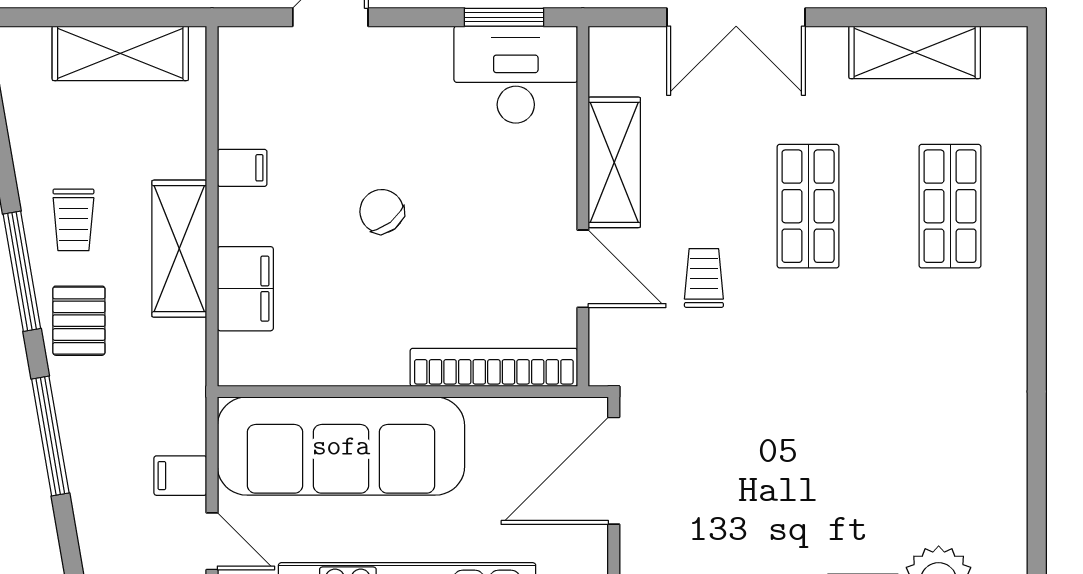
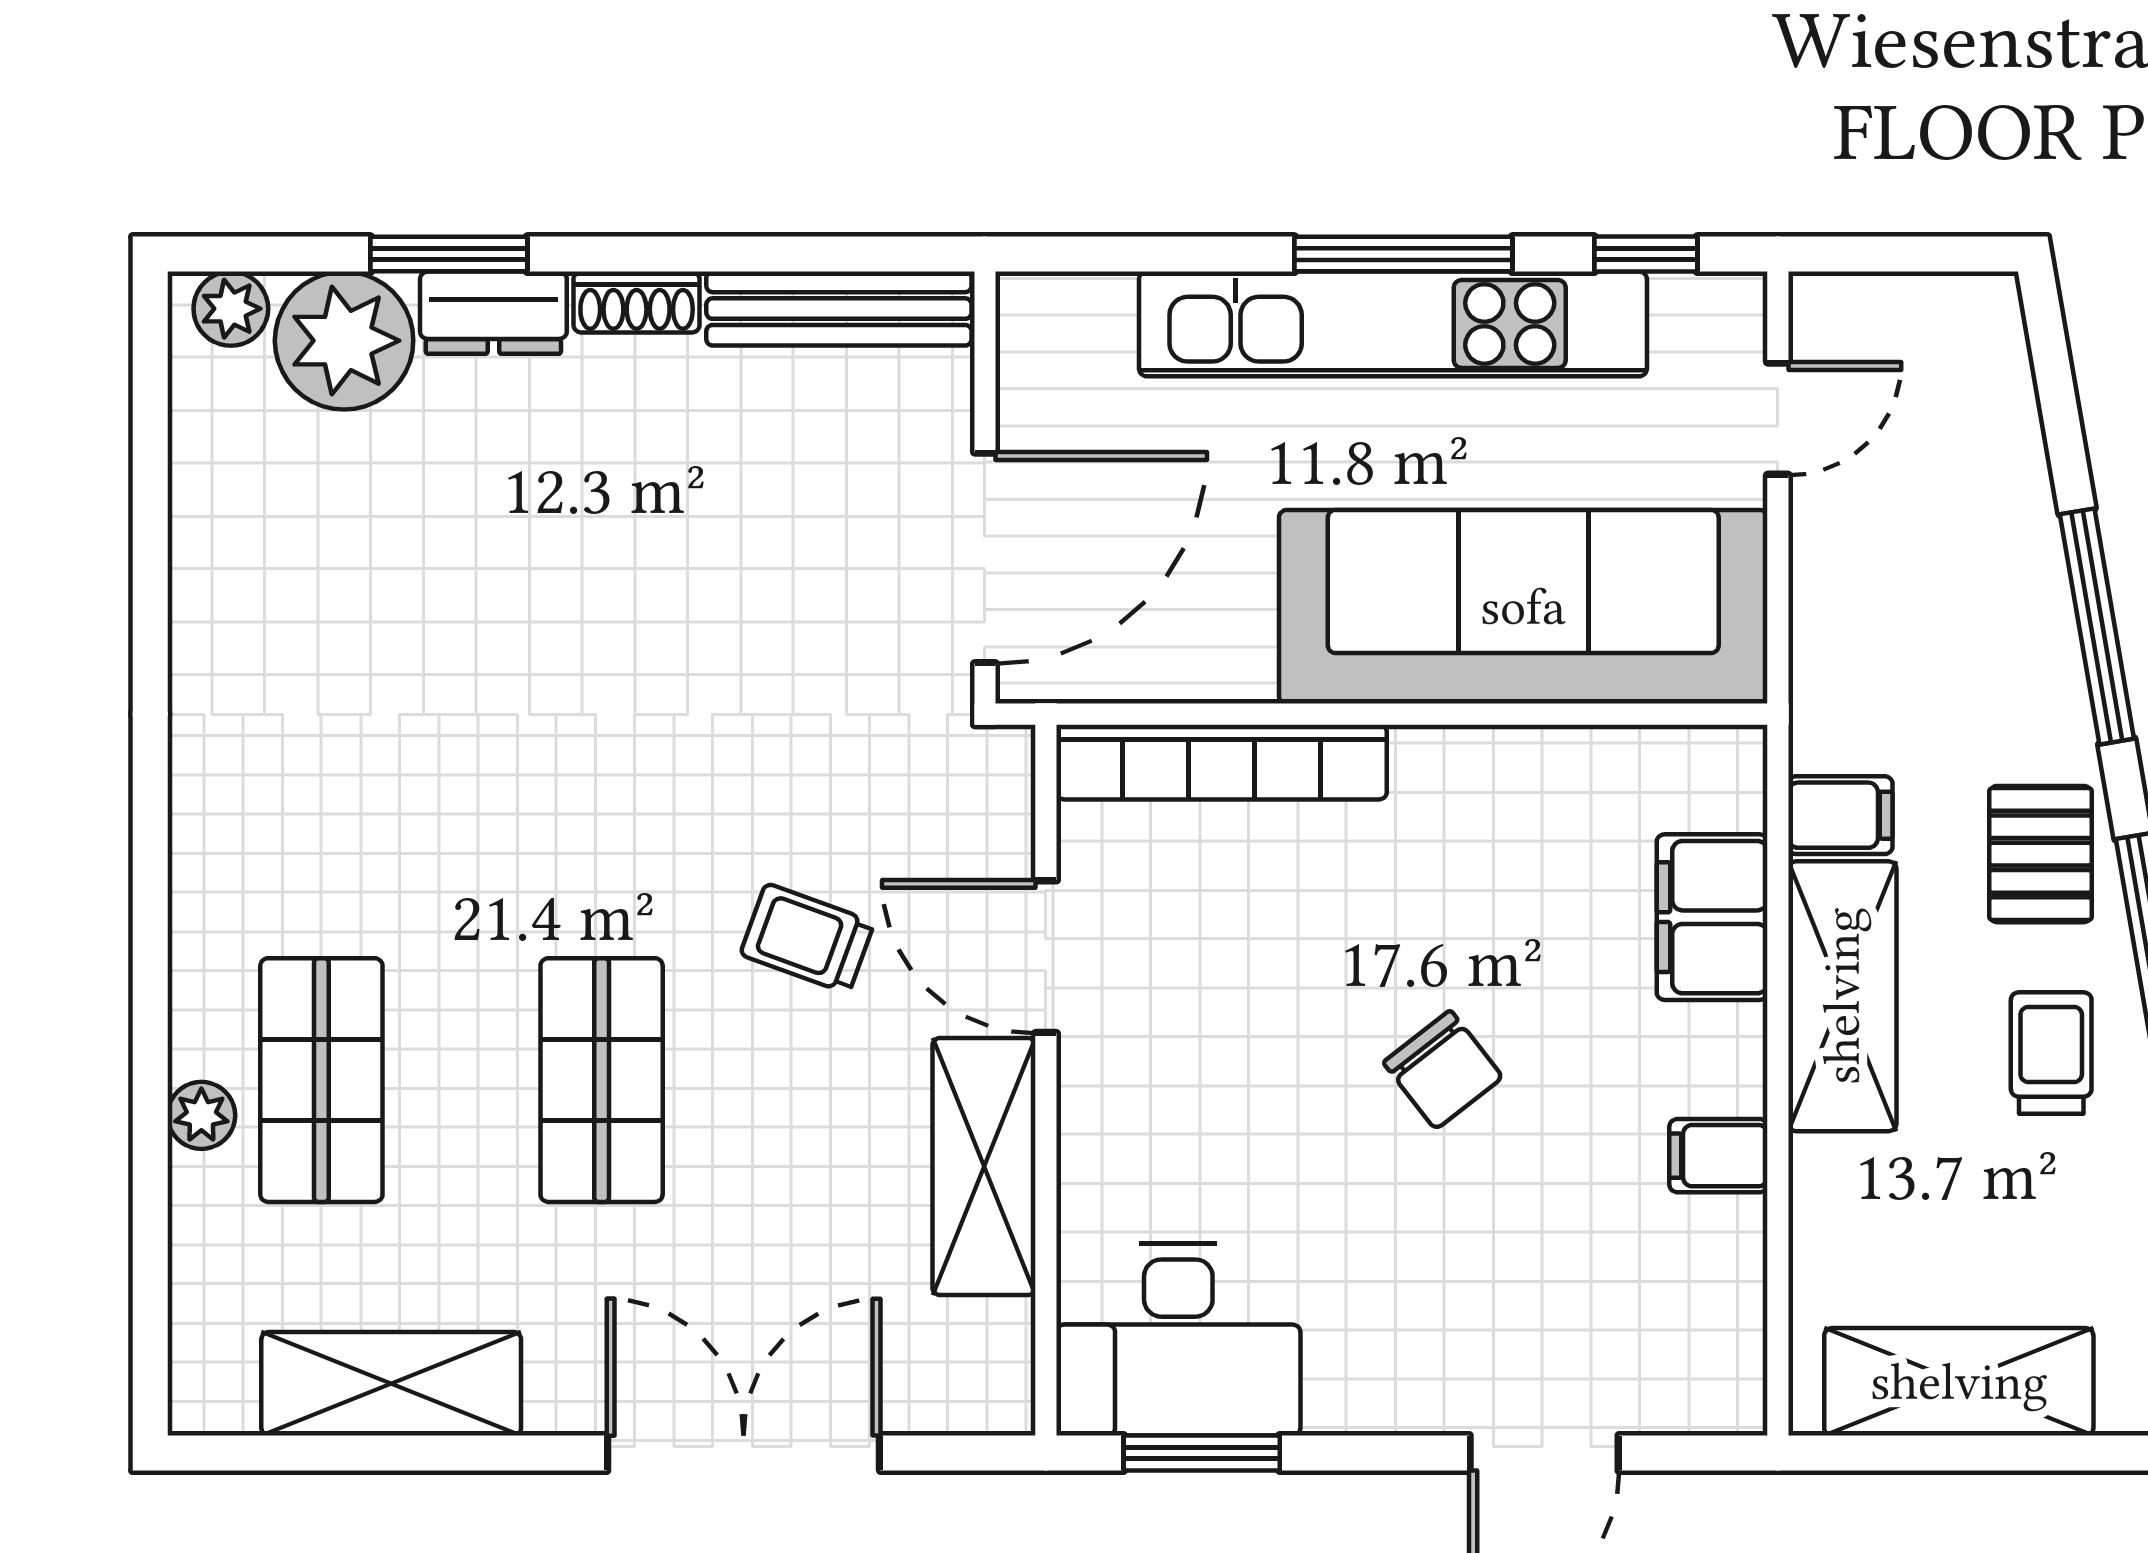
plant: (1011, 188) -> (201, 1115), added
trolley: (704, 278) -> (807, 938), turned 110
filing cabinet: (180, 476) -> (1840, 815), moved
door: (212, 541) -> (1778, 419), swing flipped

